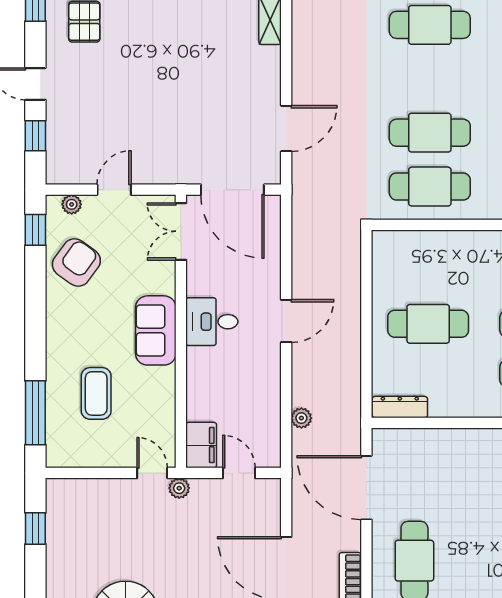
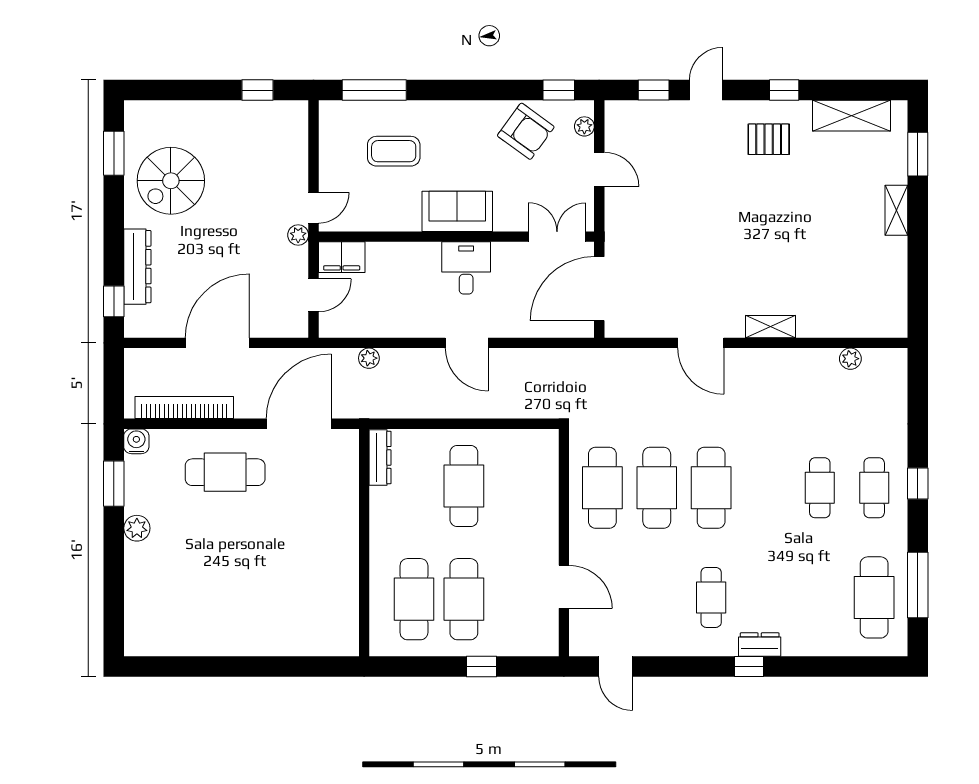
cafe table: (430, 25) -> (711, 488), moved
door: (286, 128) -> (701, 343), moved

